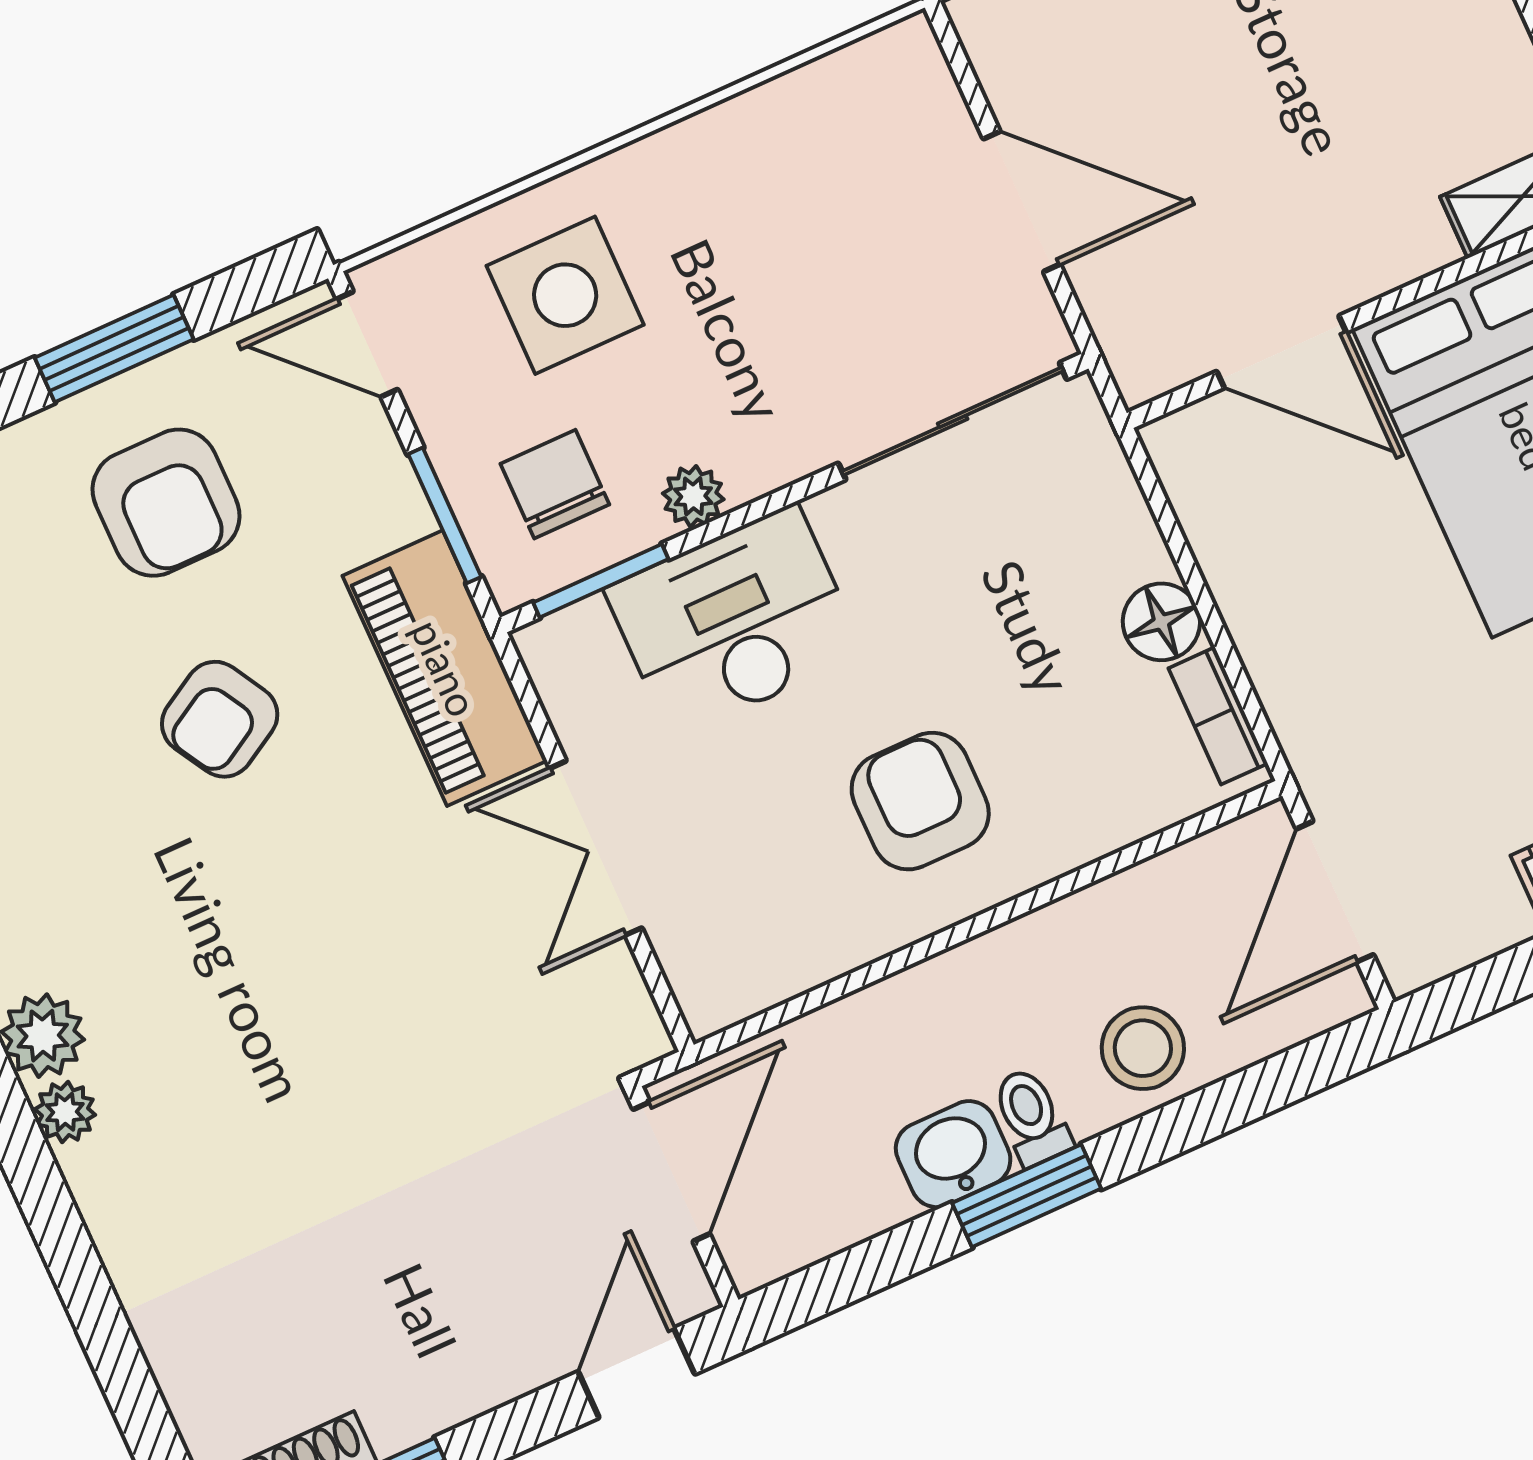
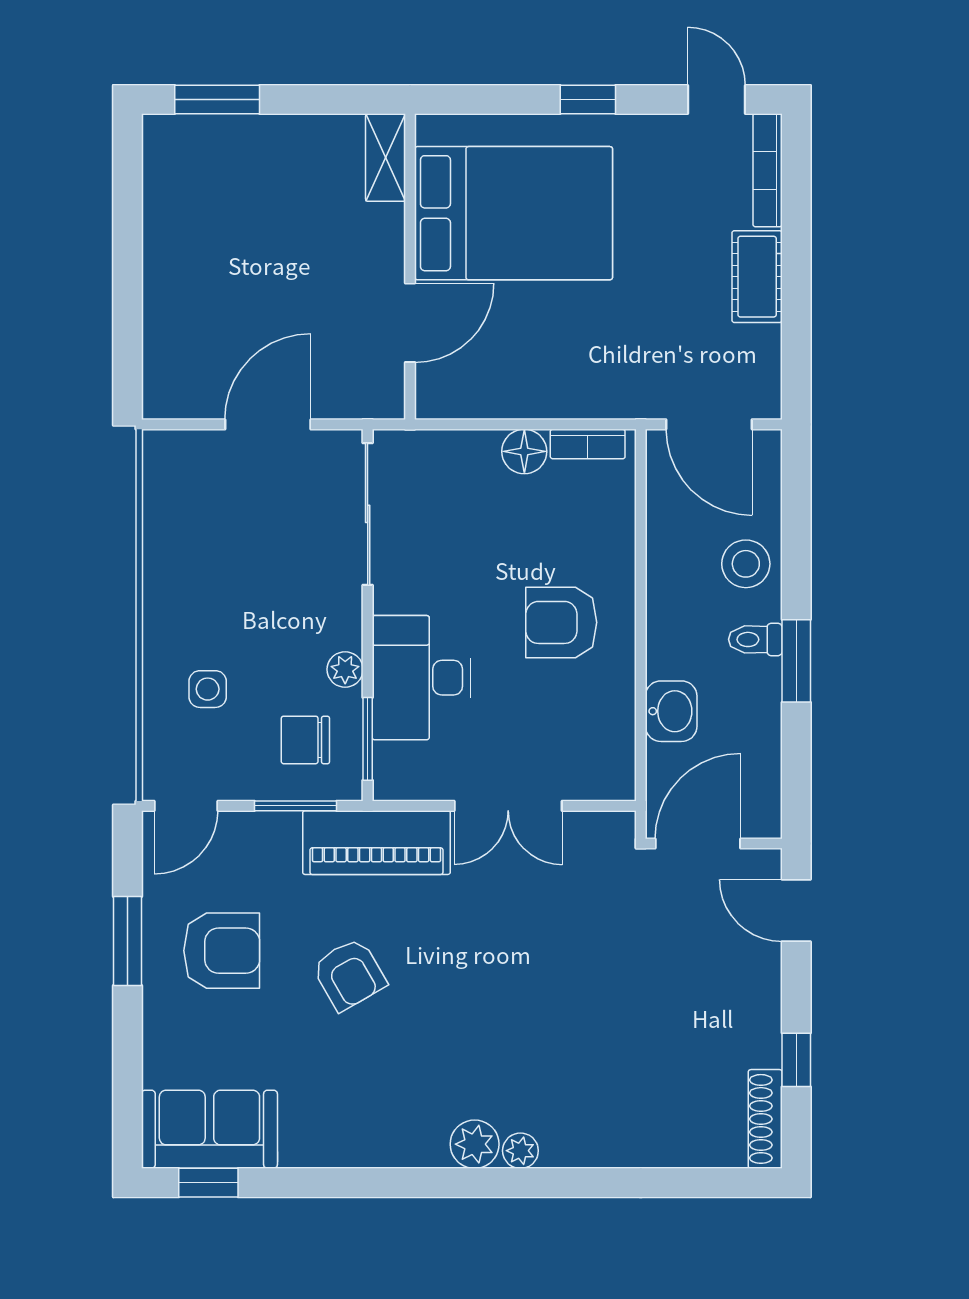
side table: (565, 295) -> (208, 689), width x0.54, depth x0.54
washbasin: (953, 1154) -> (671, 711), moved, turned 180
door: (671, 1172) -> (698, 844), hinge flipped

